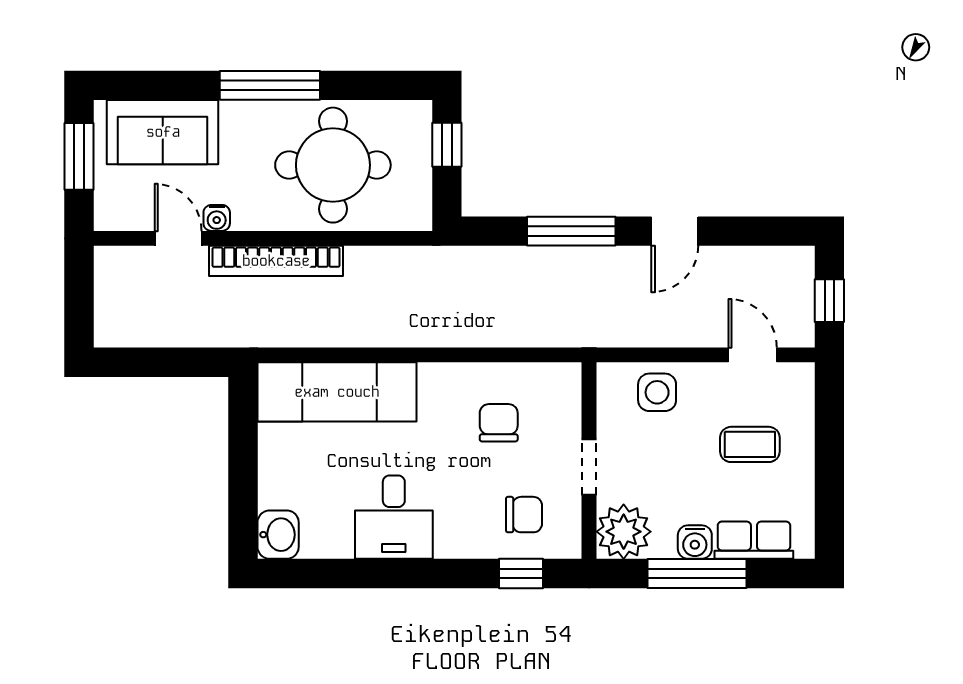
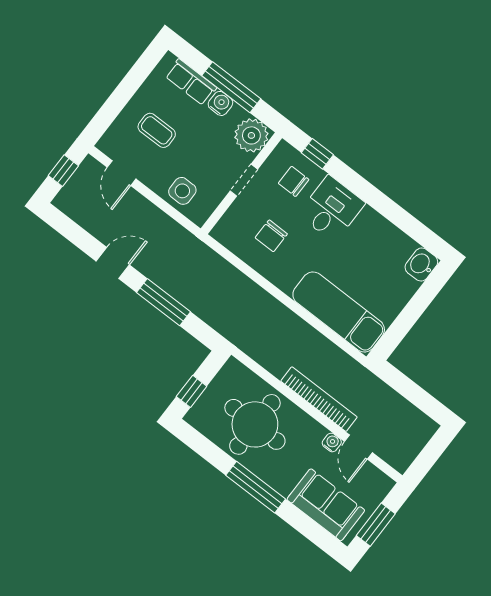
desk: (394, 517) -> (331, 209), moved

